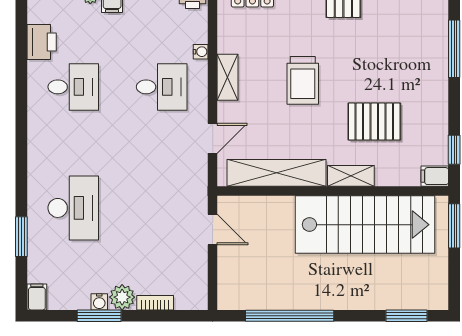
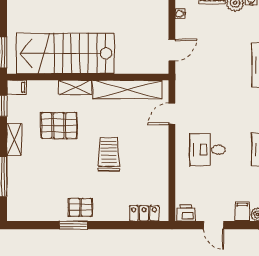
water cooler: (201, 52) -> (180, 14), moved
shelving: (228, 77) -> (14, 139), moved
door: (213, 229) -> (172, 50), swing flipped

